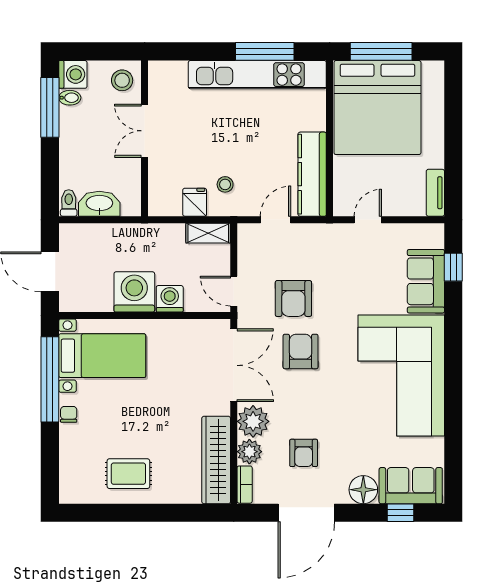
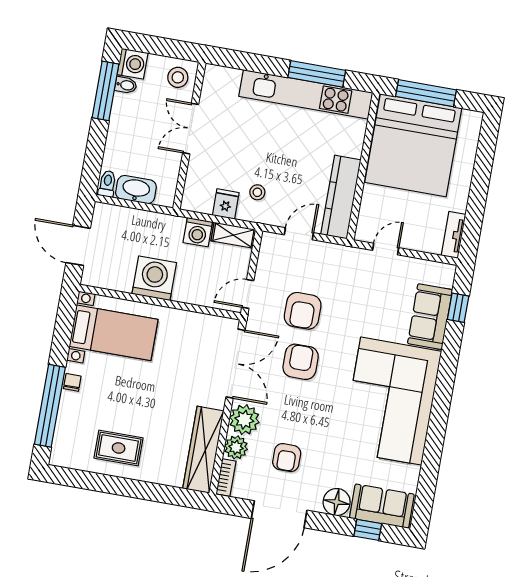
door: (234, 291) -> (248, 294), hinge flipped
washing machine: (170, 299) -> (198, 232), moved, turned 180
window: (50, 379) -> (50, 406), moved

